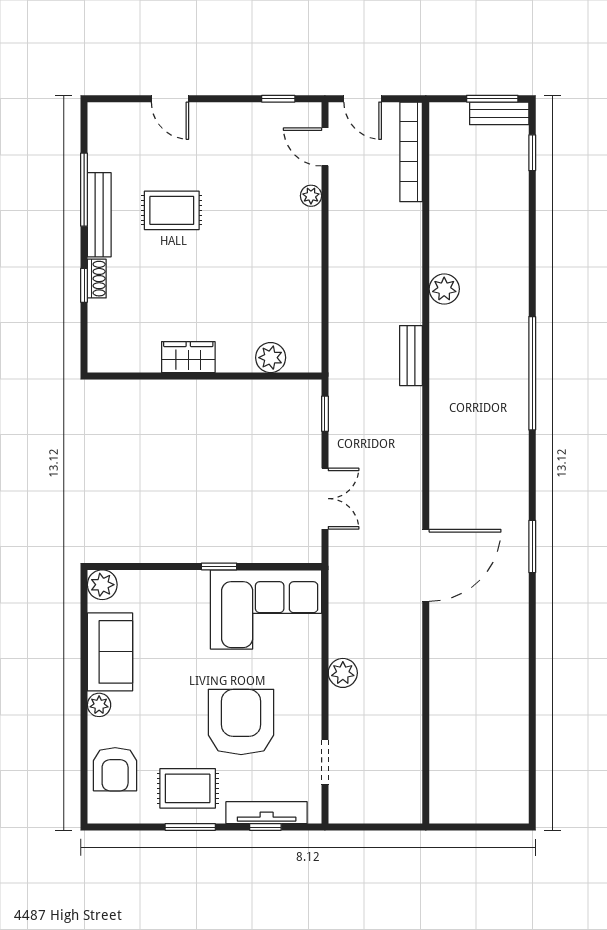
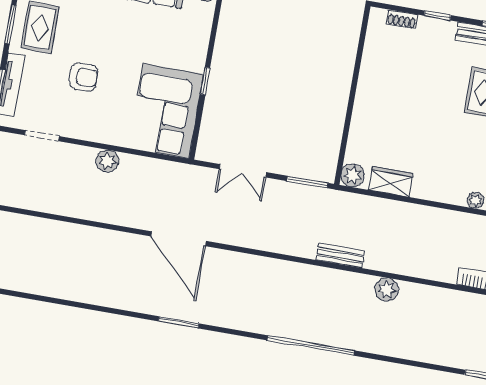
shoe rack: (97, 279) -> (402, 19), moved
wardrobe: (188, 357) -> (391, 182), moved, turned -90
plant: (271, 358) -> (353, 175), moved
window: (325, 414) -> (307, 182), width x1.50
armchair: (241, 722) -> (84, 77), width x0.53, depth x0.53

